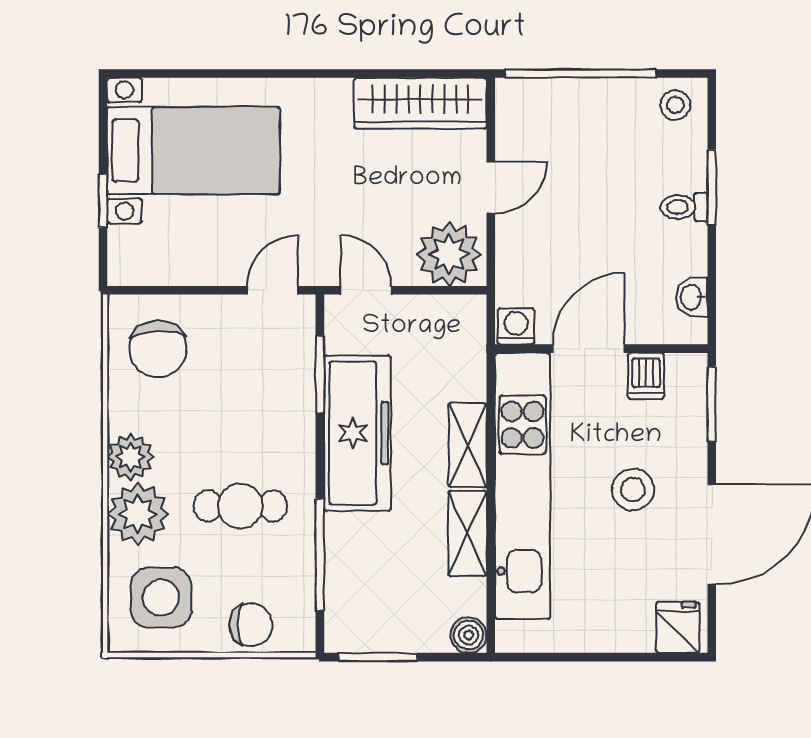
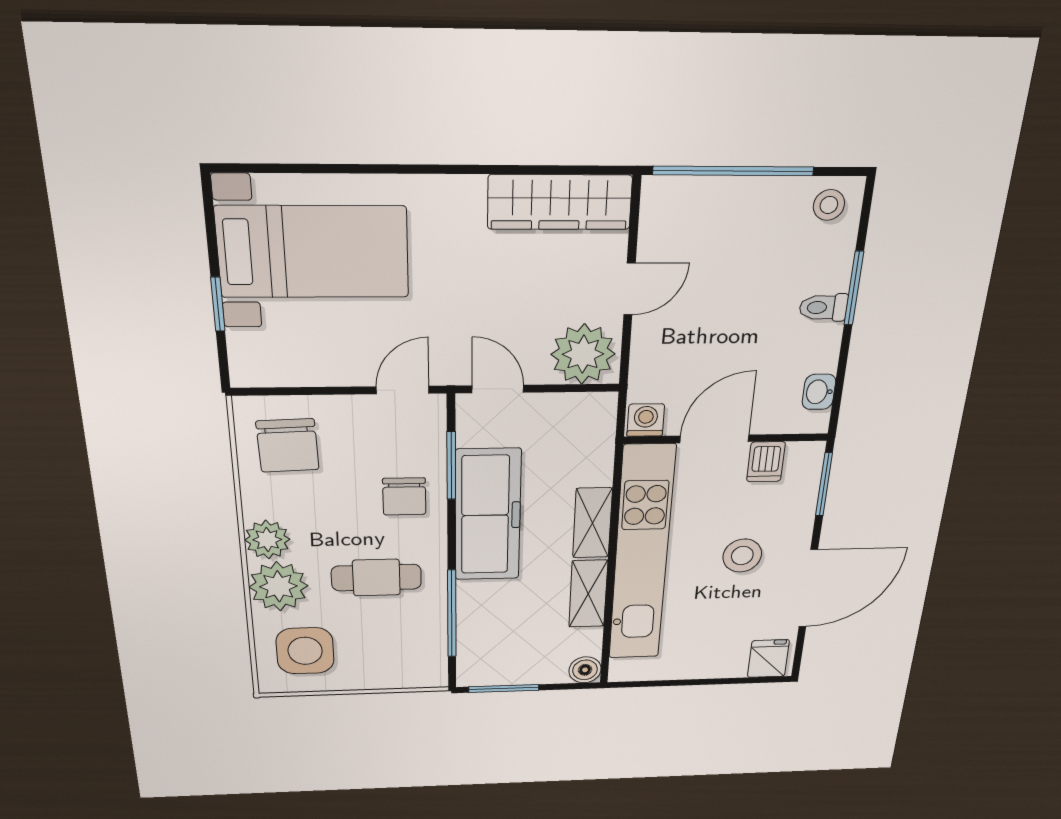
chair: (251, 625) -> (404, 496), moved, turned 90

